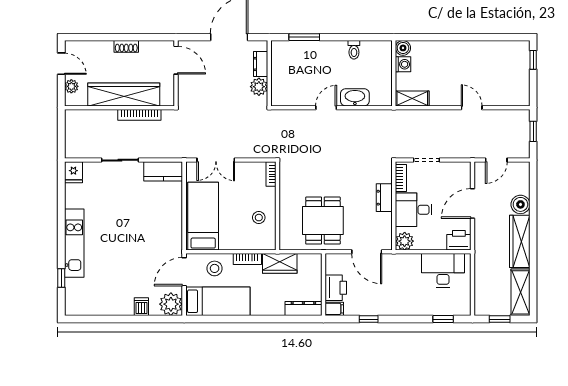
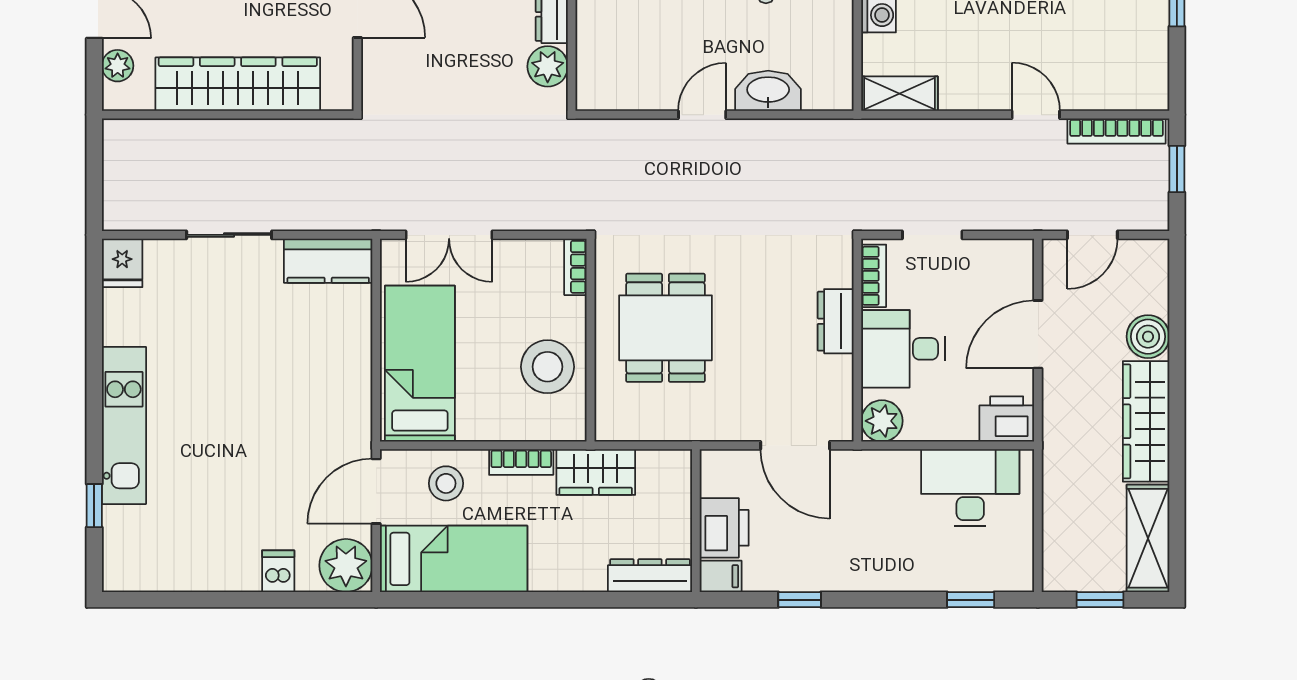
bookcase: (139, 115) -> (1116, 131), moved
stool: (259, 218) -> (547, 367), width x1.89, depth x1.89
dining table: (323, 221) -> (665, 328), moved

